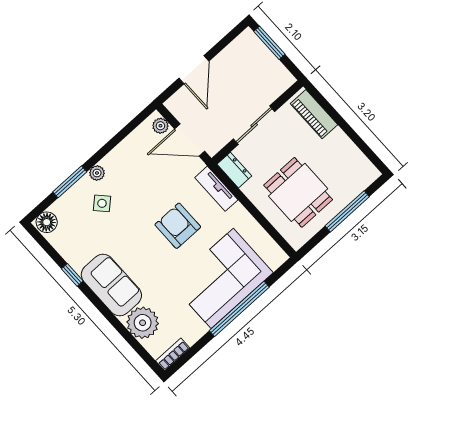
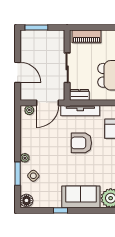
tv unit: (216, 189) -> (80, 111), width x1.41
side table: (102, 203) -> (33, 176), moved

